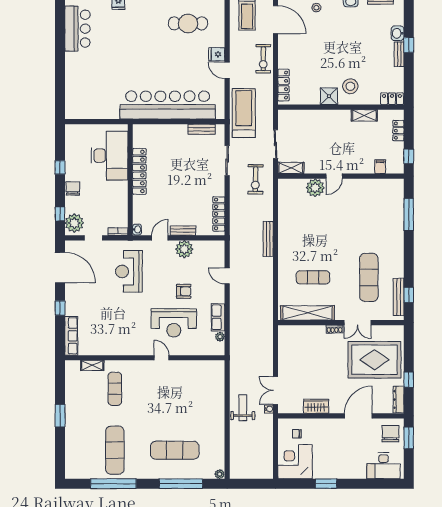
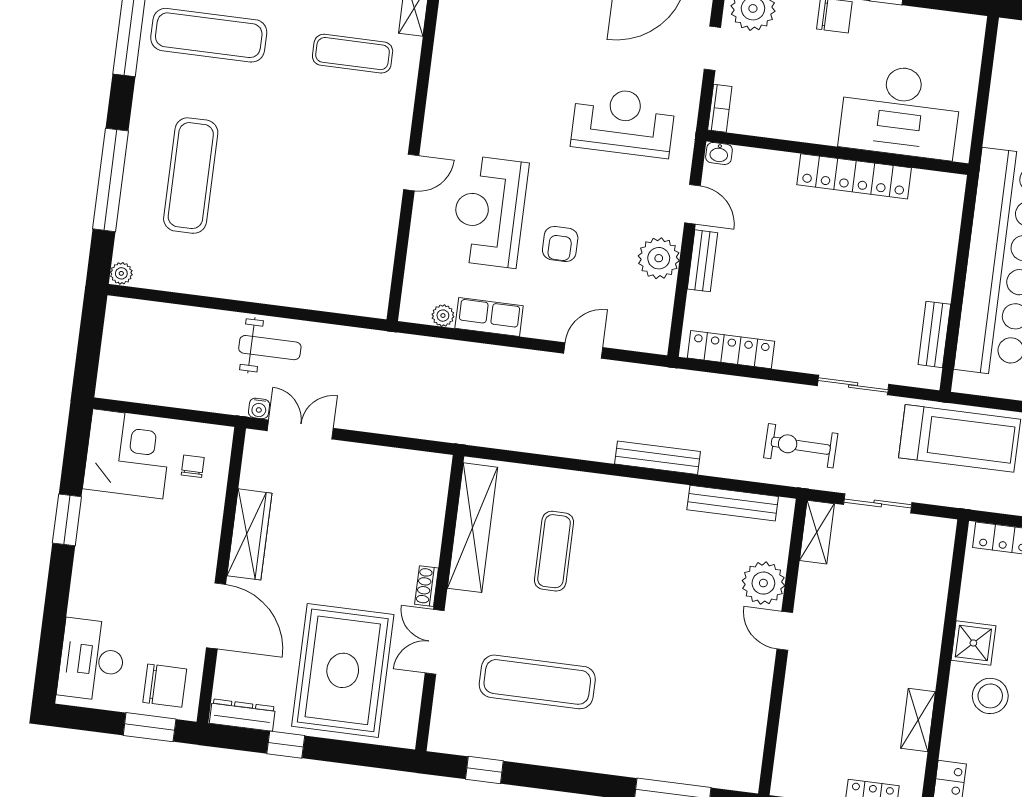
filing cabinet: (380, 167) -> (793, 742), removed
bench: (399, 297) -> (733, 503), moved
wardrobe: (316, 406) -> (249, 534), width x1.50

